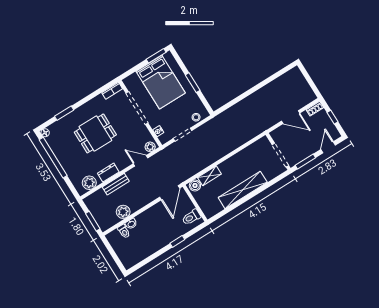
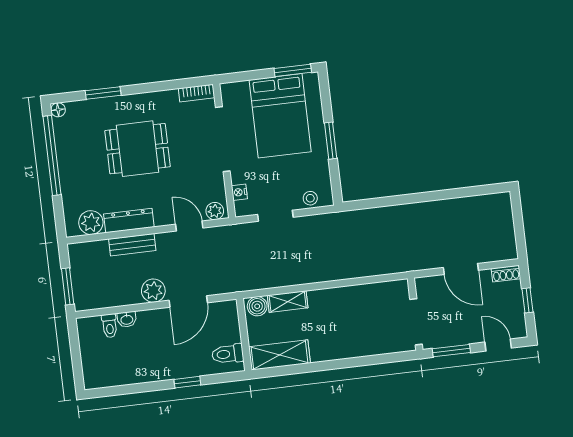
door: (328, 147) -> (498, 345), hinge flipped
dresser: (108, 173) -> (129, 221), width x1.44
shelving: (243, 190) -> (280, 355), moved, width x0.68
door: (170, 193) -> (188, 301), moved
plant: (123, 212) -> (153, 291), moved

